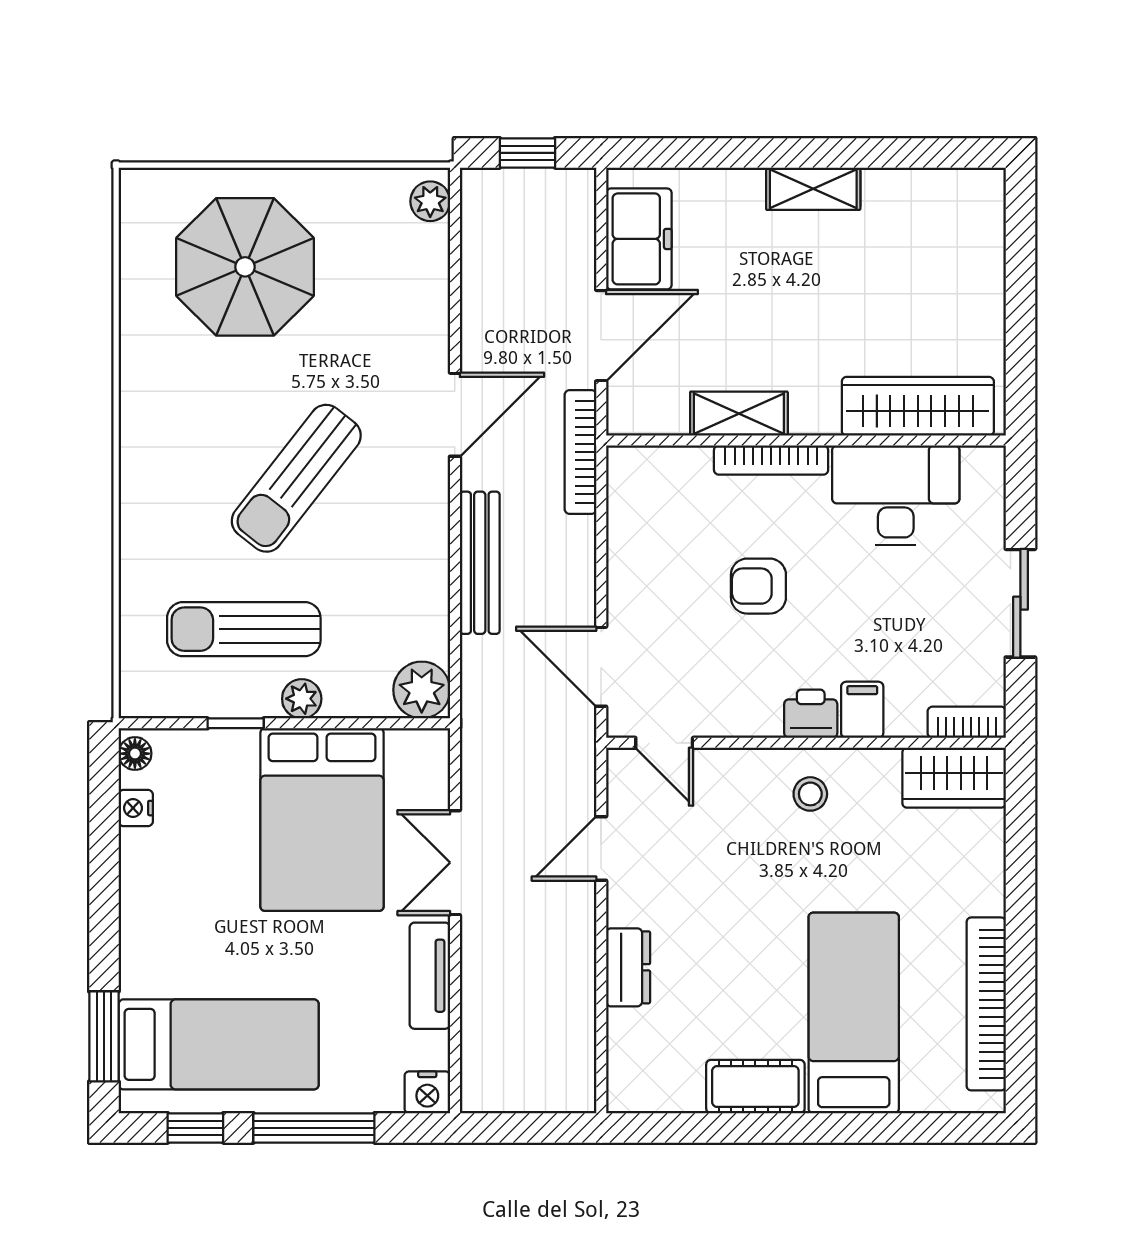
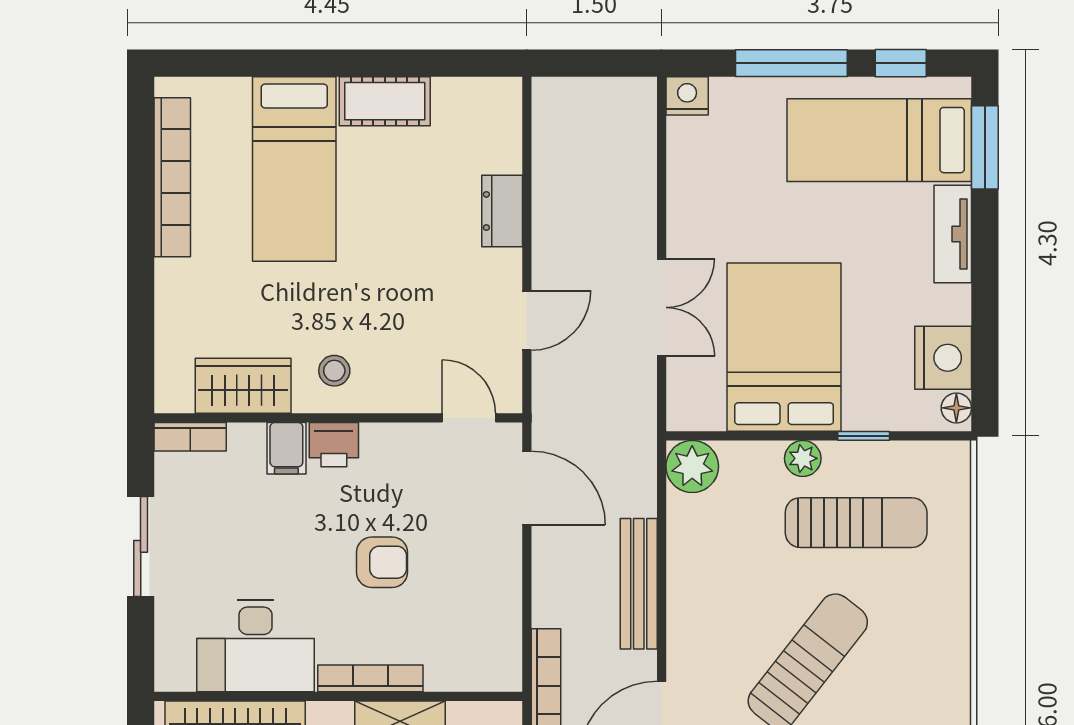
wardrobe: (954, 778) -> (243, 386), moved
nightstand: (136, 808) -> (943, 358), width x1.89, depth x1.79
tv unit: (430, 976) -> (953, 234), moved, turned 180

